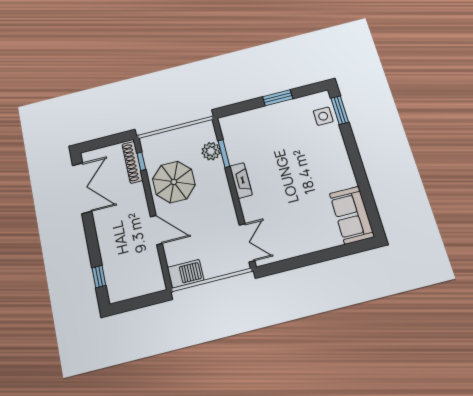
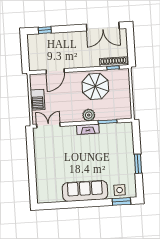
plant: (211, 151) -> (89, 115), moved
sofa: (352, 215) -> (85, 191), moved, width x1.36
door: (156, 230) -> (55, 71), moved
double door: (247, 243) -> (48, 125), swing flipped
barbecue: (186, 274) -> (38, 100), moved

